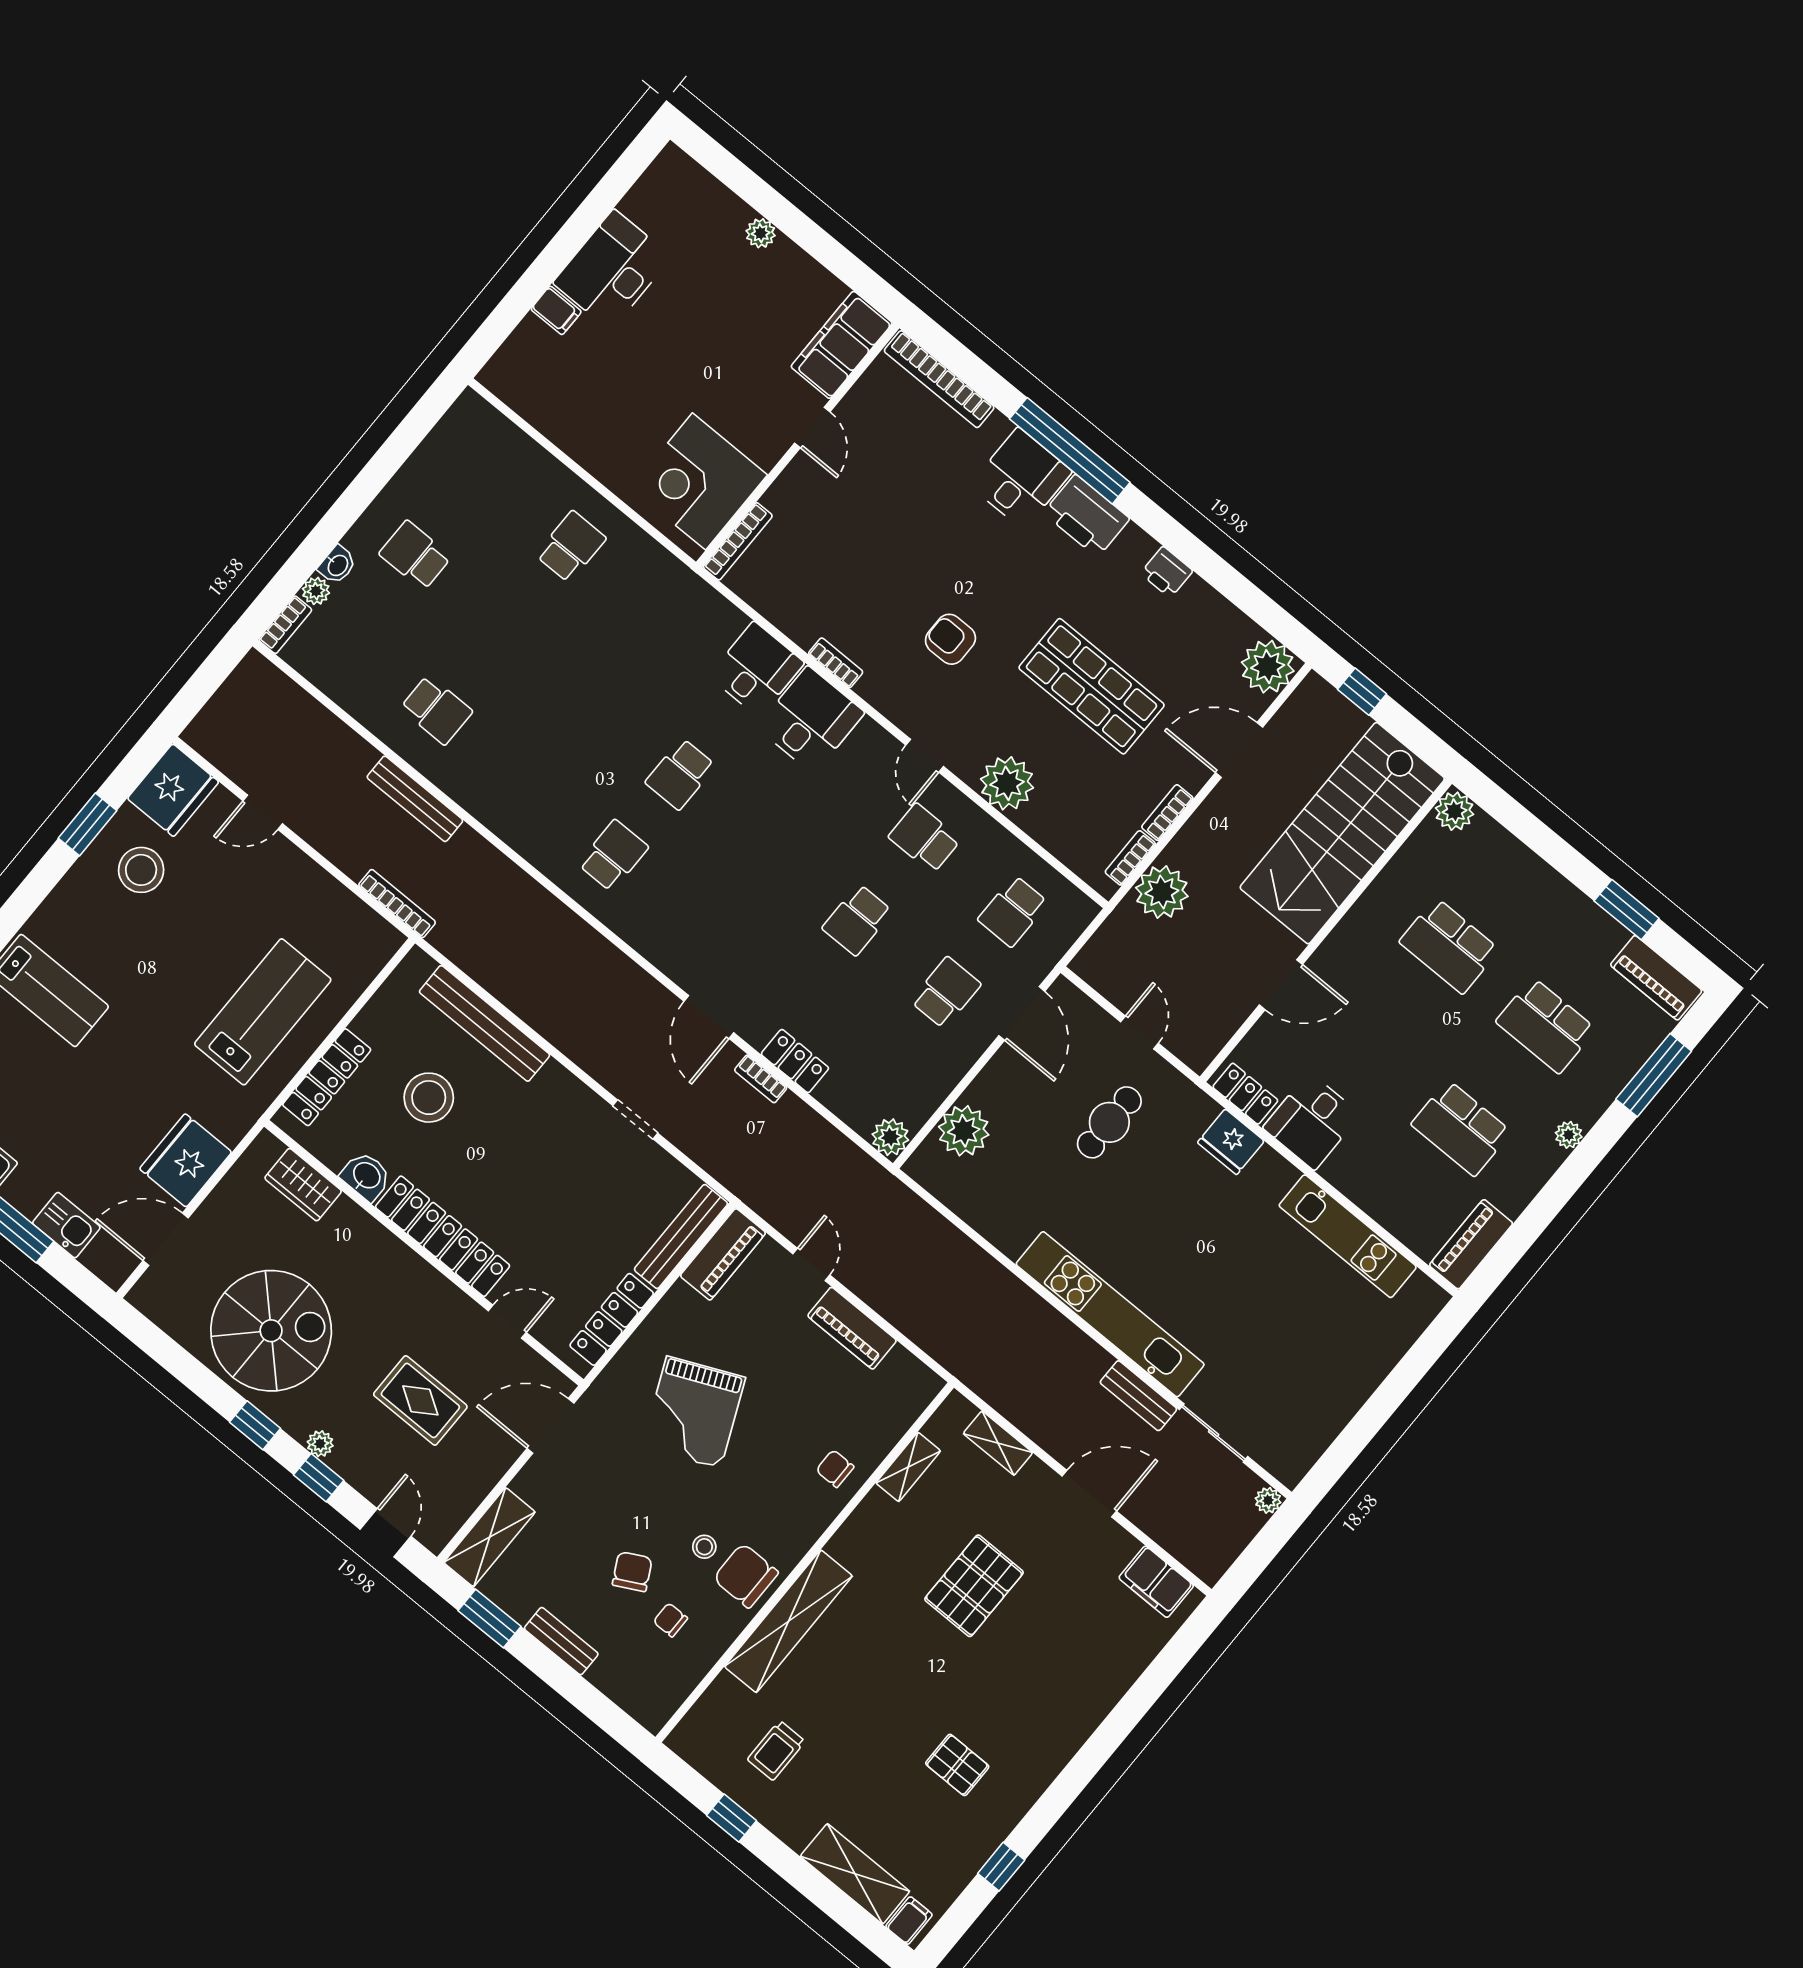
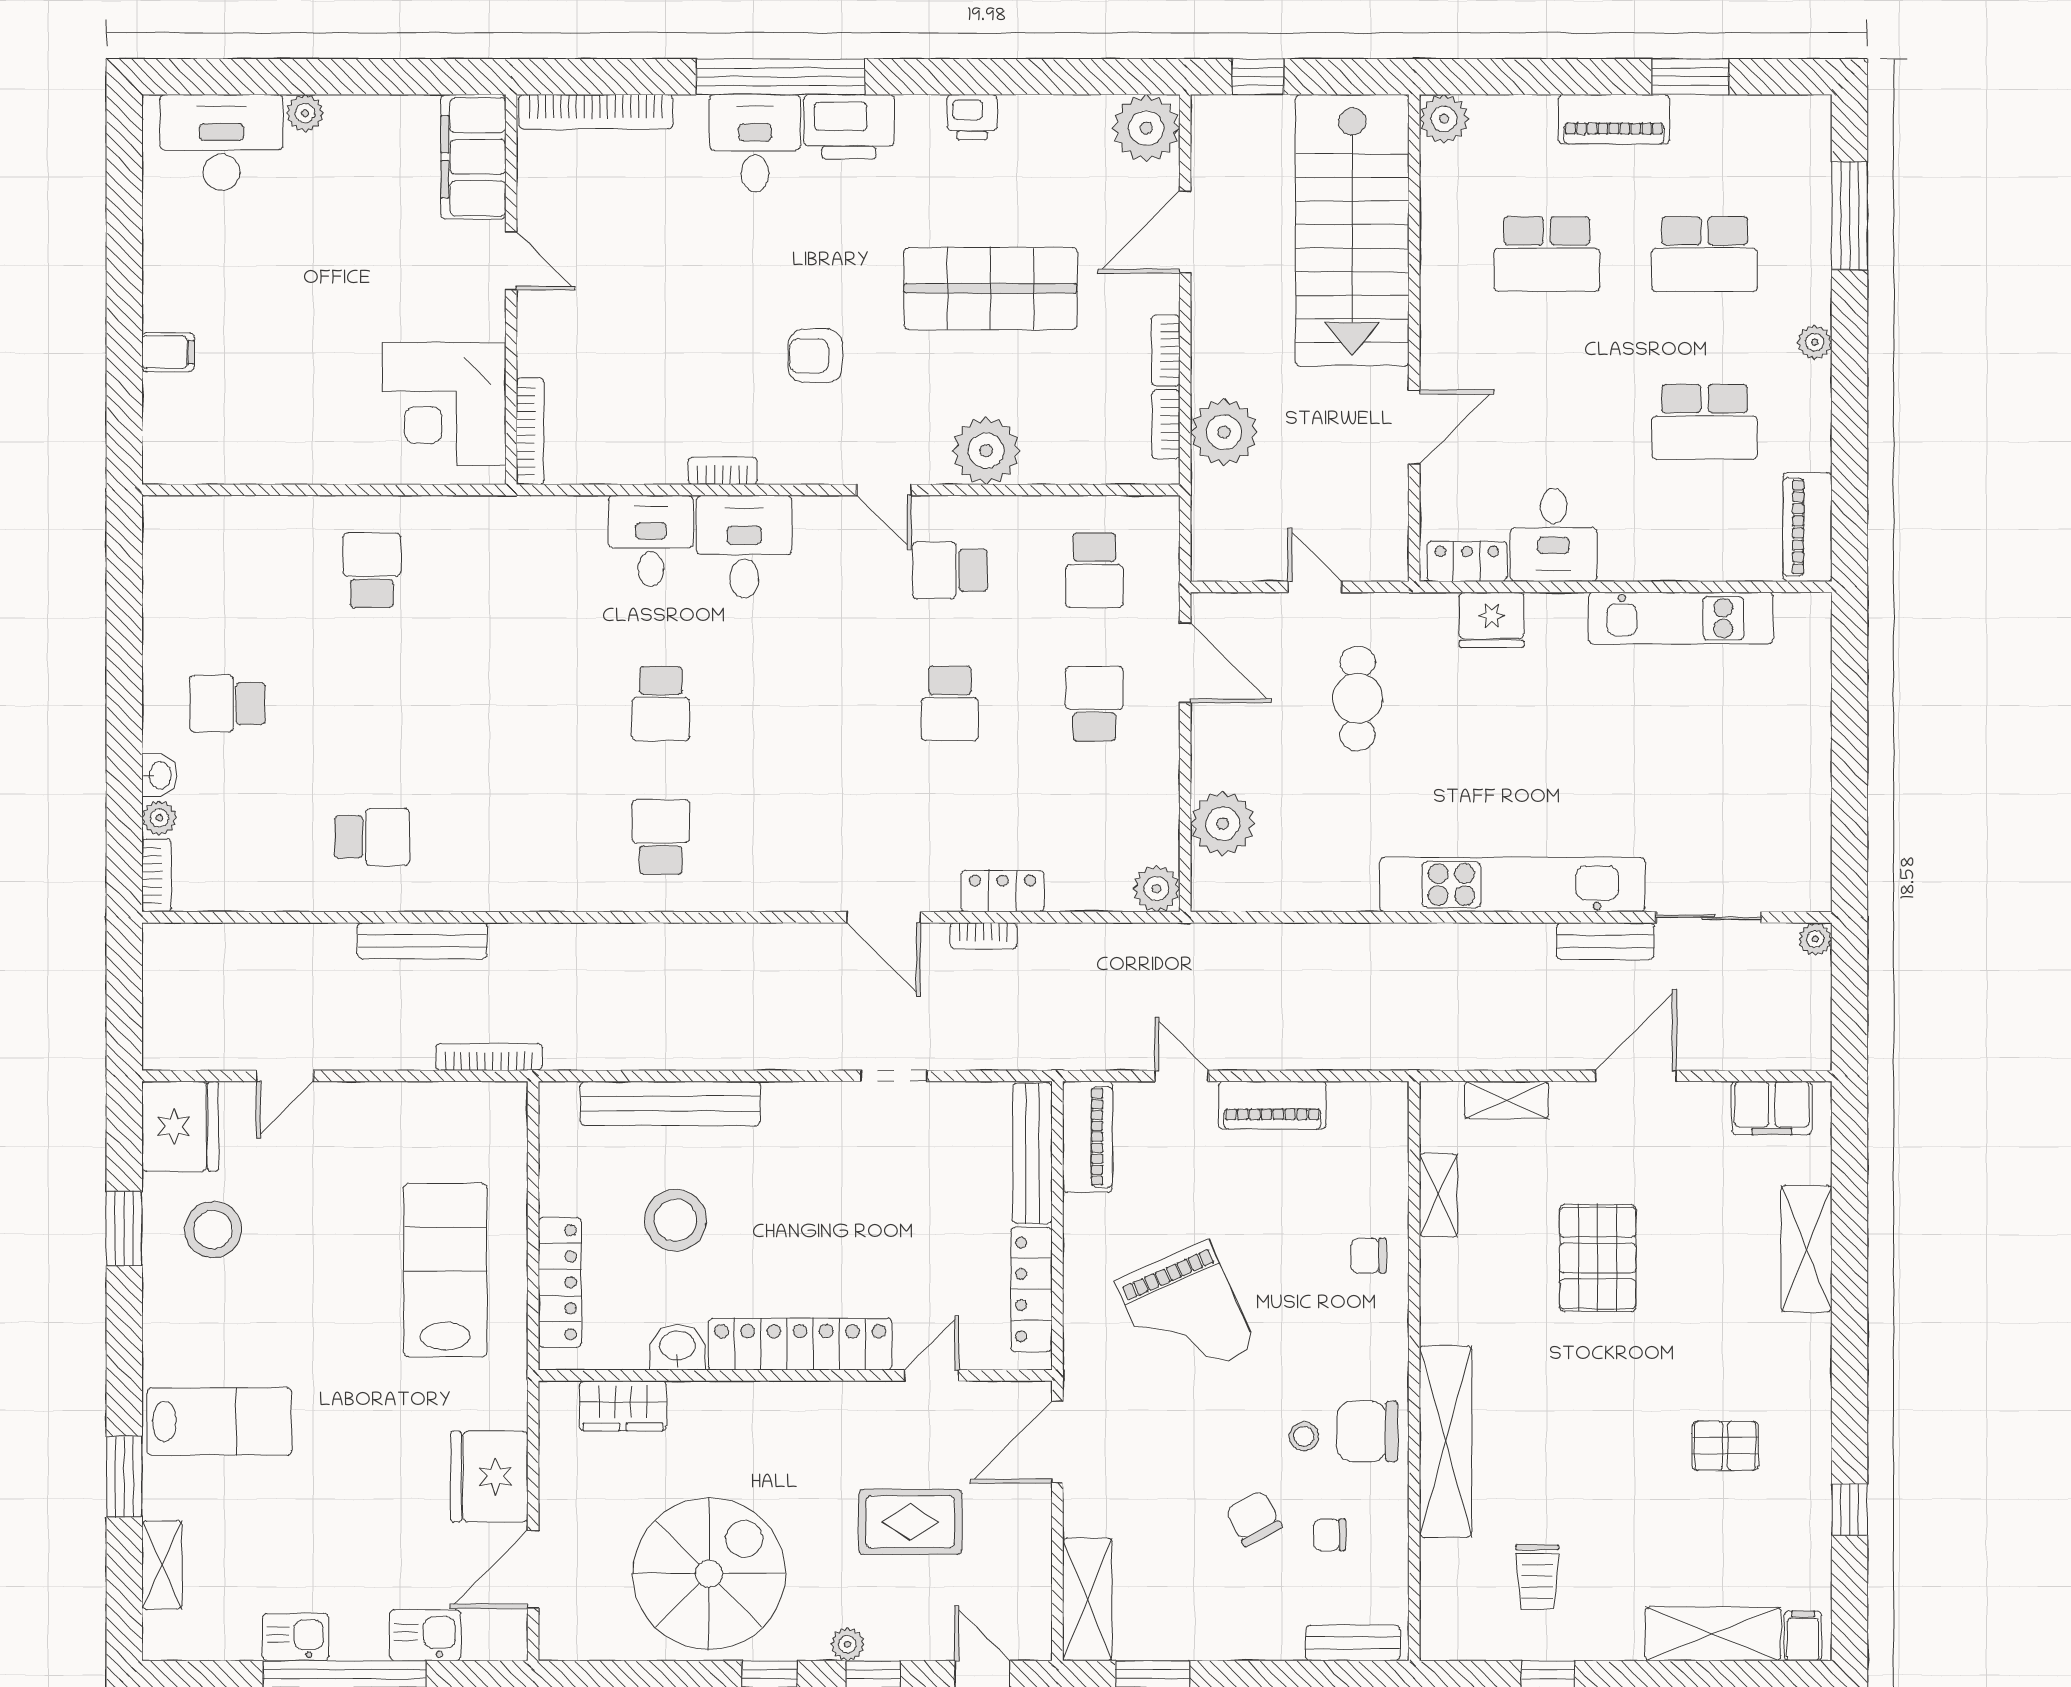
desk: (612, 270) -> (221, 143), moved, turned 90
piano: (1656, 978) -> (1614, 119), moved
bench: (561, 1641) -> (1353, 1643), moved
shelving: (1106, 1685) -> (1806, 1249), added

